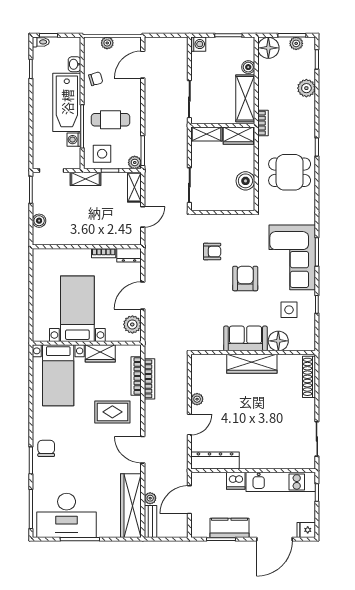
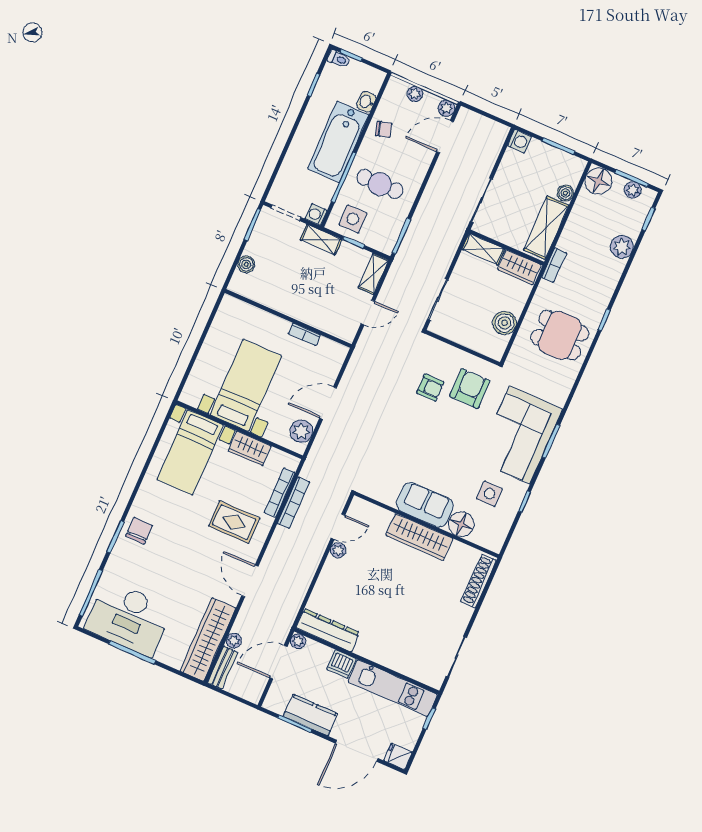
washing machine: (74, 140) -> (316, 215), moved
plant: (135, 162) -> (446, 108), moved
dresser: (129, 255) -> (333, 350), removed
armchair: (245, 279) -> (470, 388), moved
door: (189, 425) -> (338, 527), moved
plant: (197, 478) -> (298, 641), added

